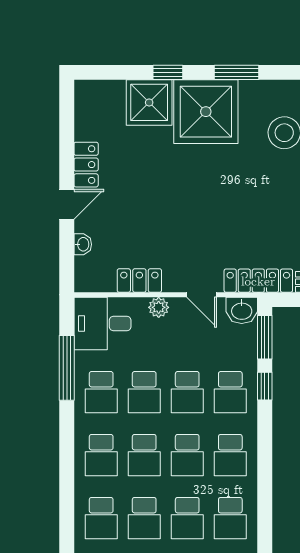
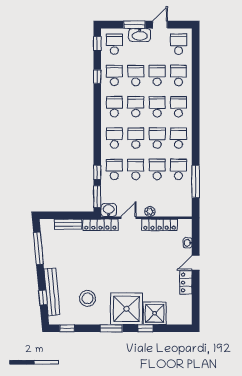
locker: (139, 280) -> (160, 225), width x1.53
door: (202, 295) -> (129, 218), hinge flipped
desk: (103, 324) -> (178, 203), removed

